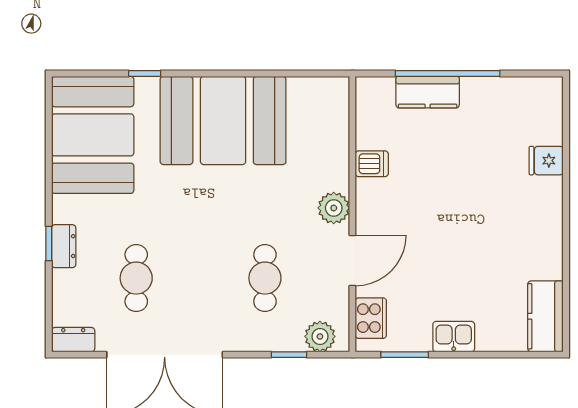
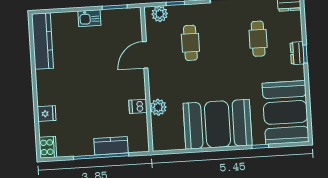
plant: (334, 208) -> (158, 107), moved
kitchen counter: (545, 316) -> (42, 41), width x1.50
cooker: (371, 318) -> (48, 147), moved, turned 180

